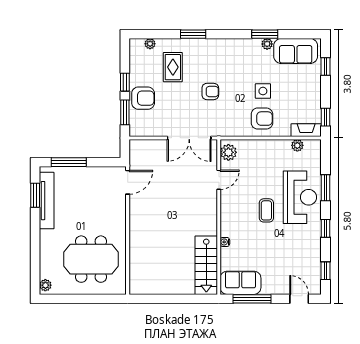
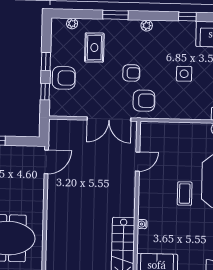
window: (265, 34) -> (187, 17), width x0.67
plant: (267, 44) -> (147, 26), moved
window: (125, 112) -> (45, 92), width x0.67
armchair: (262, 119) -> (144, 101), moved
plant: (228, 152) -> (148, 134), removed

